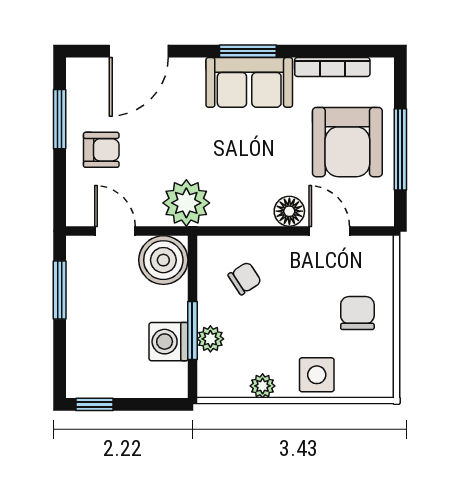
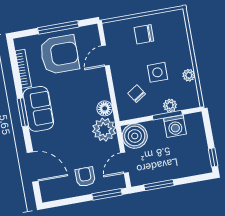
window: (60, 119) -> (107, 194), moved
floor lamp: (289, 211) -> (105, 108), moved
side table: (317, 375) -> (157, 72), moved

